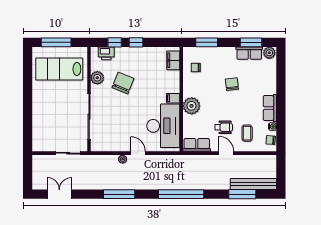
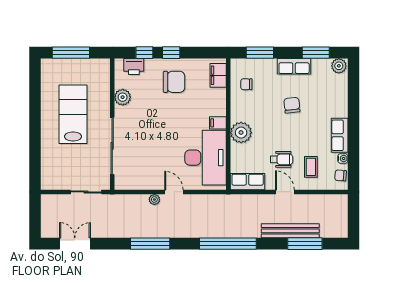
row of seats: (249, 53) -> (294, 66), moved
lab bench: (59, 69) -> (73, 114), moved, turned 90
chair: (123, 83) -> (174, 82), moved, turned 68
bench: (253, 184) -> (290, 231), moved

